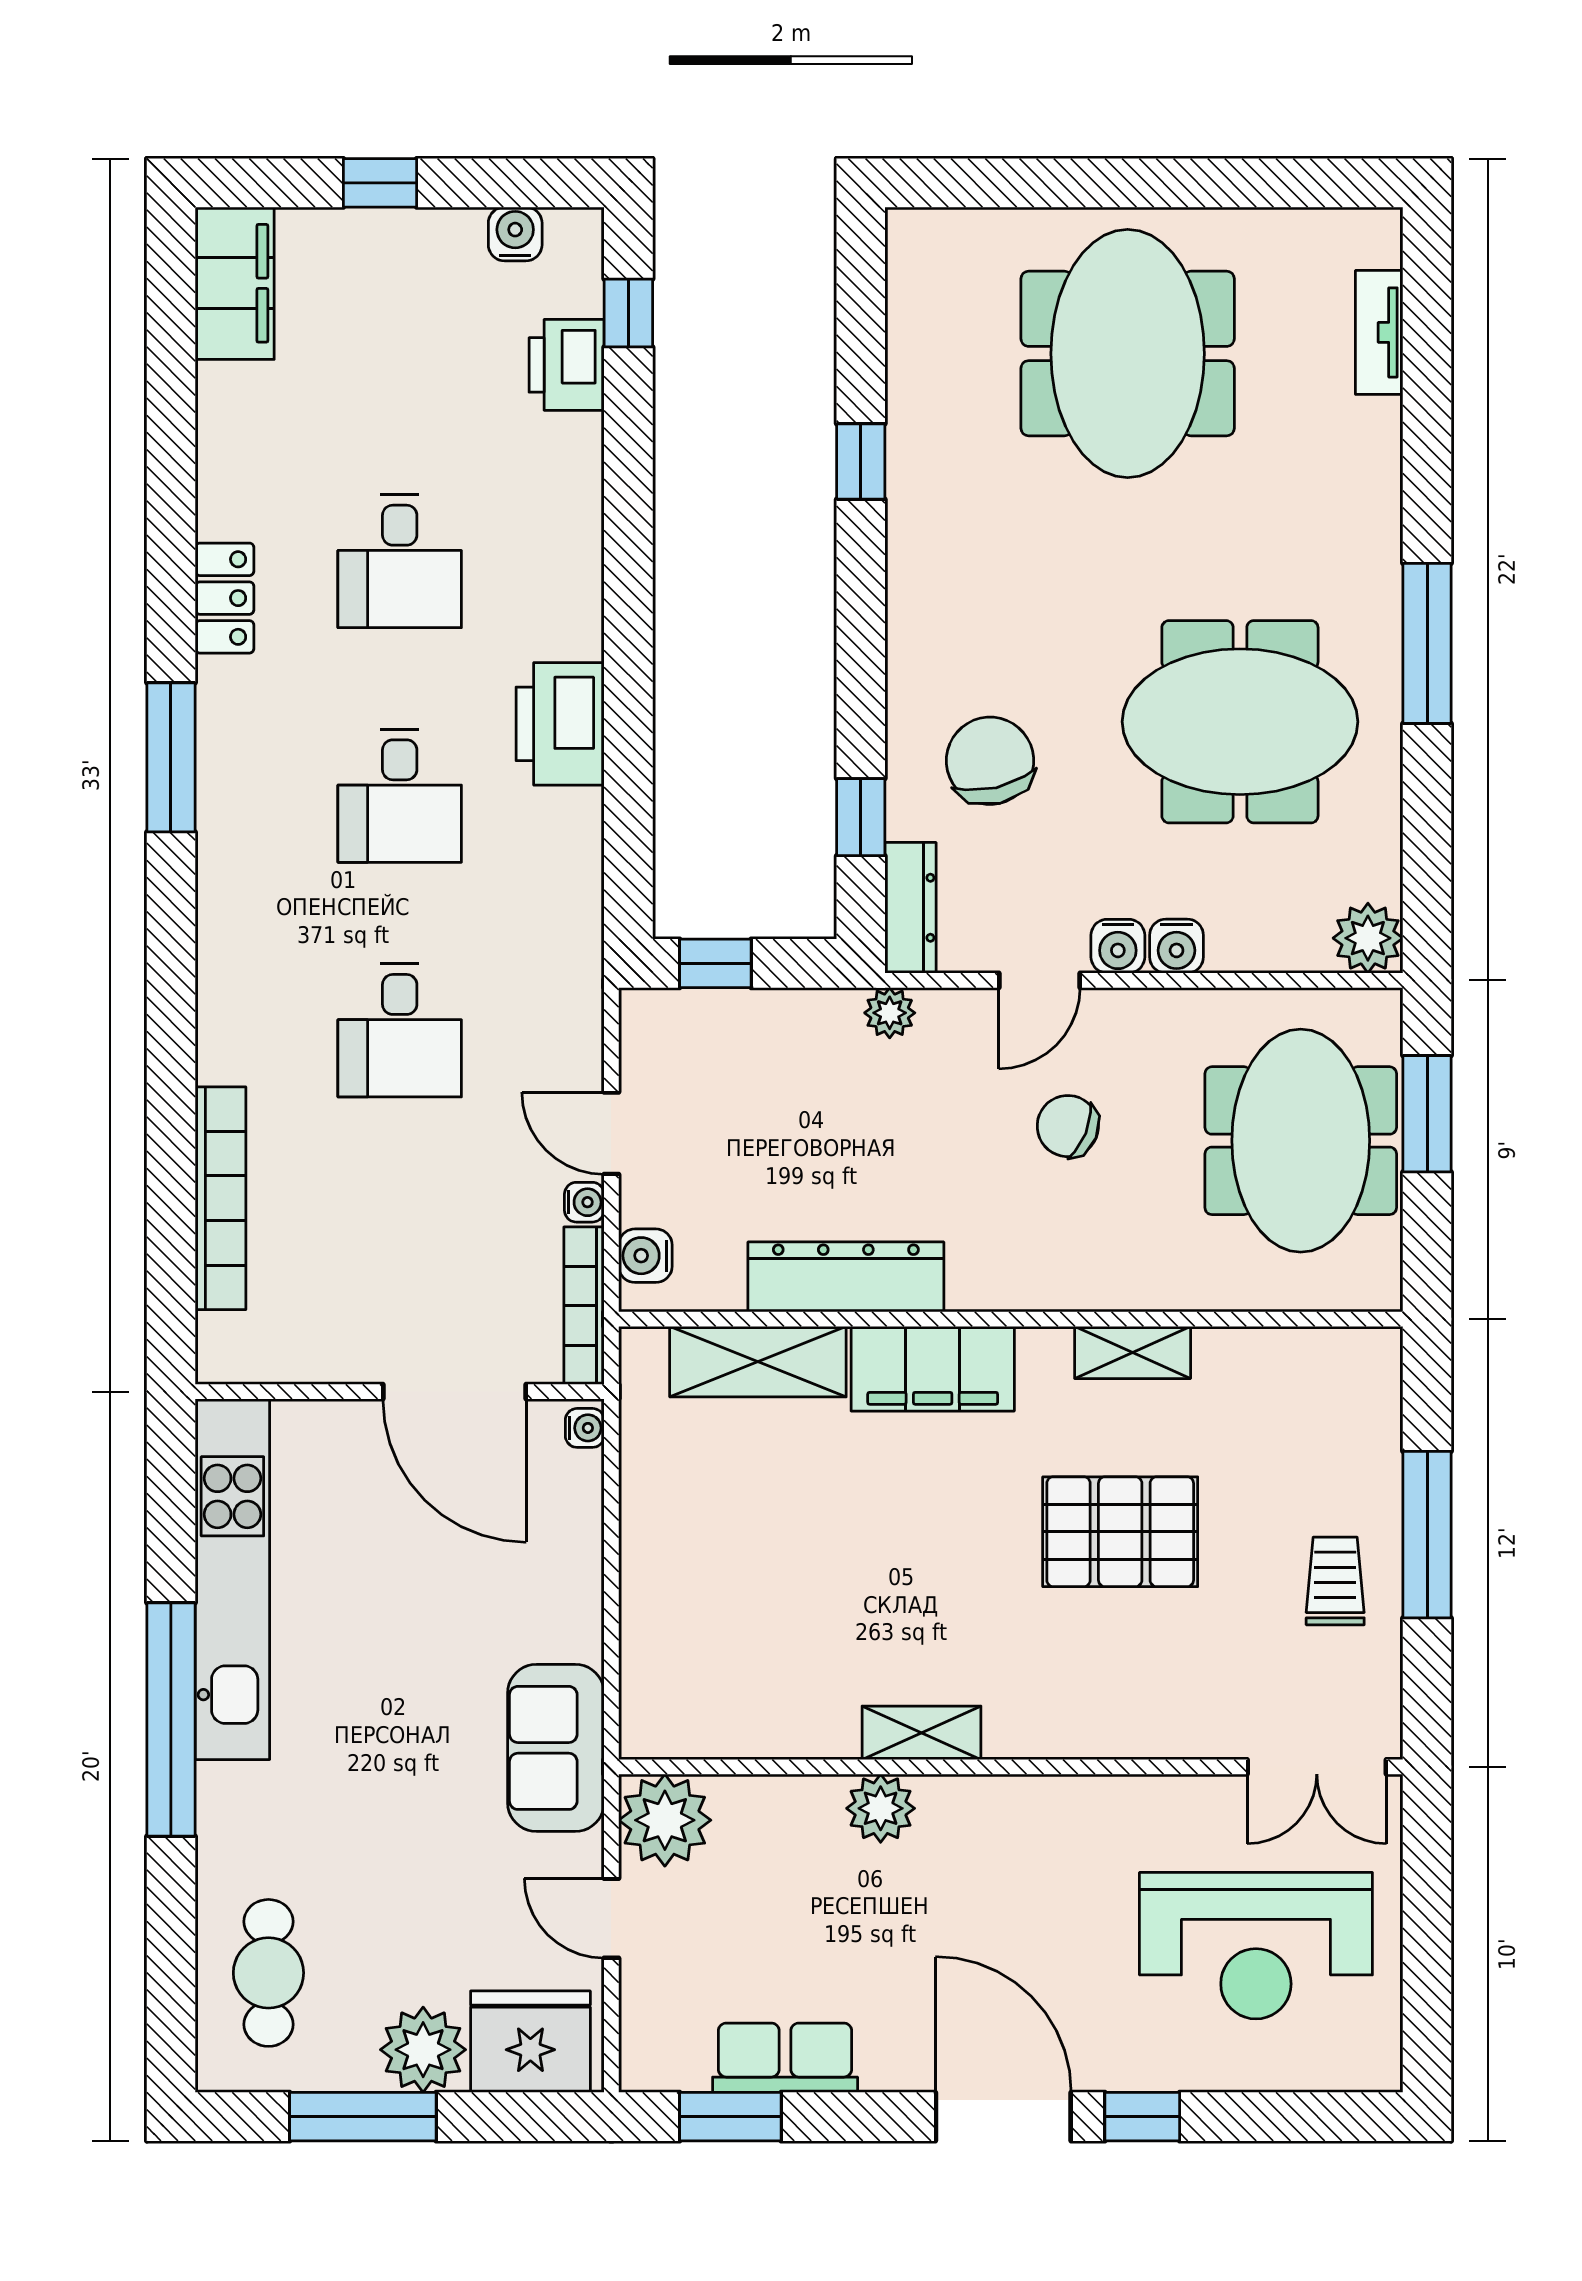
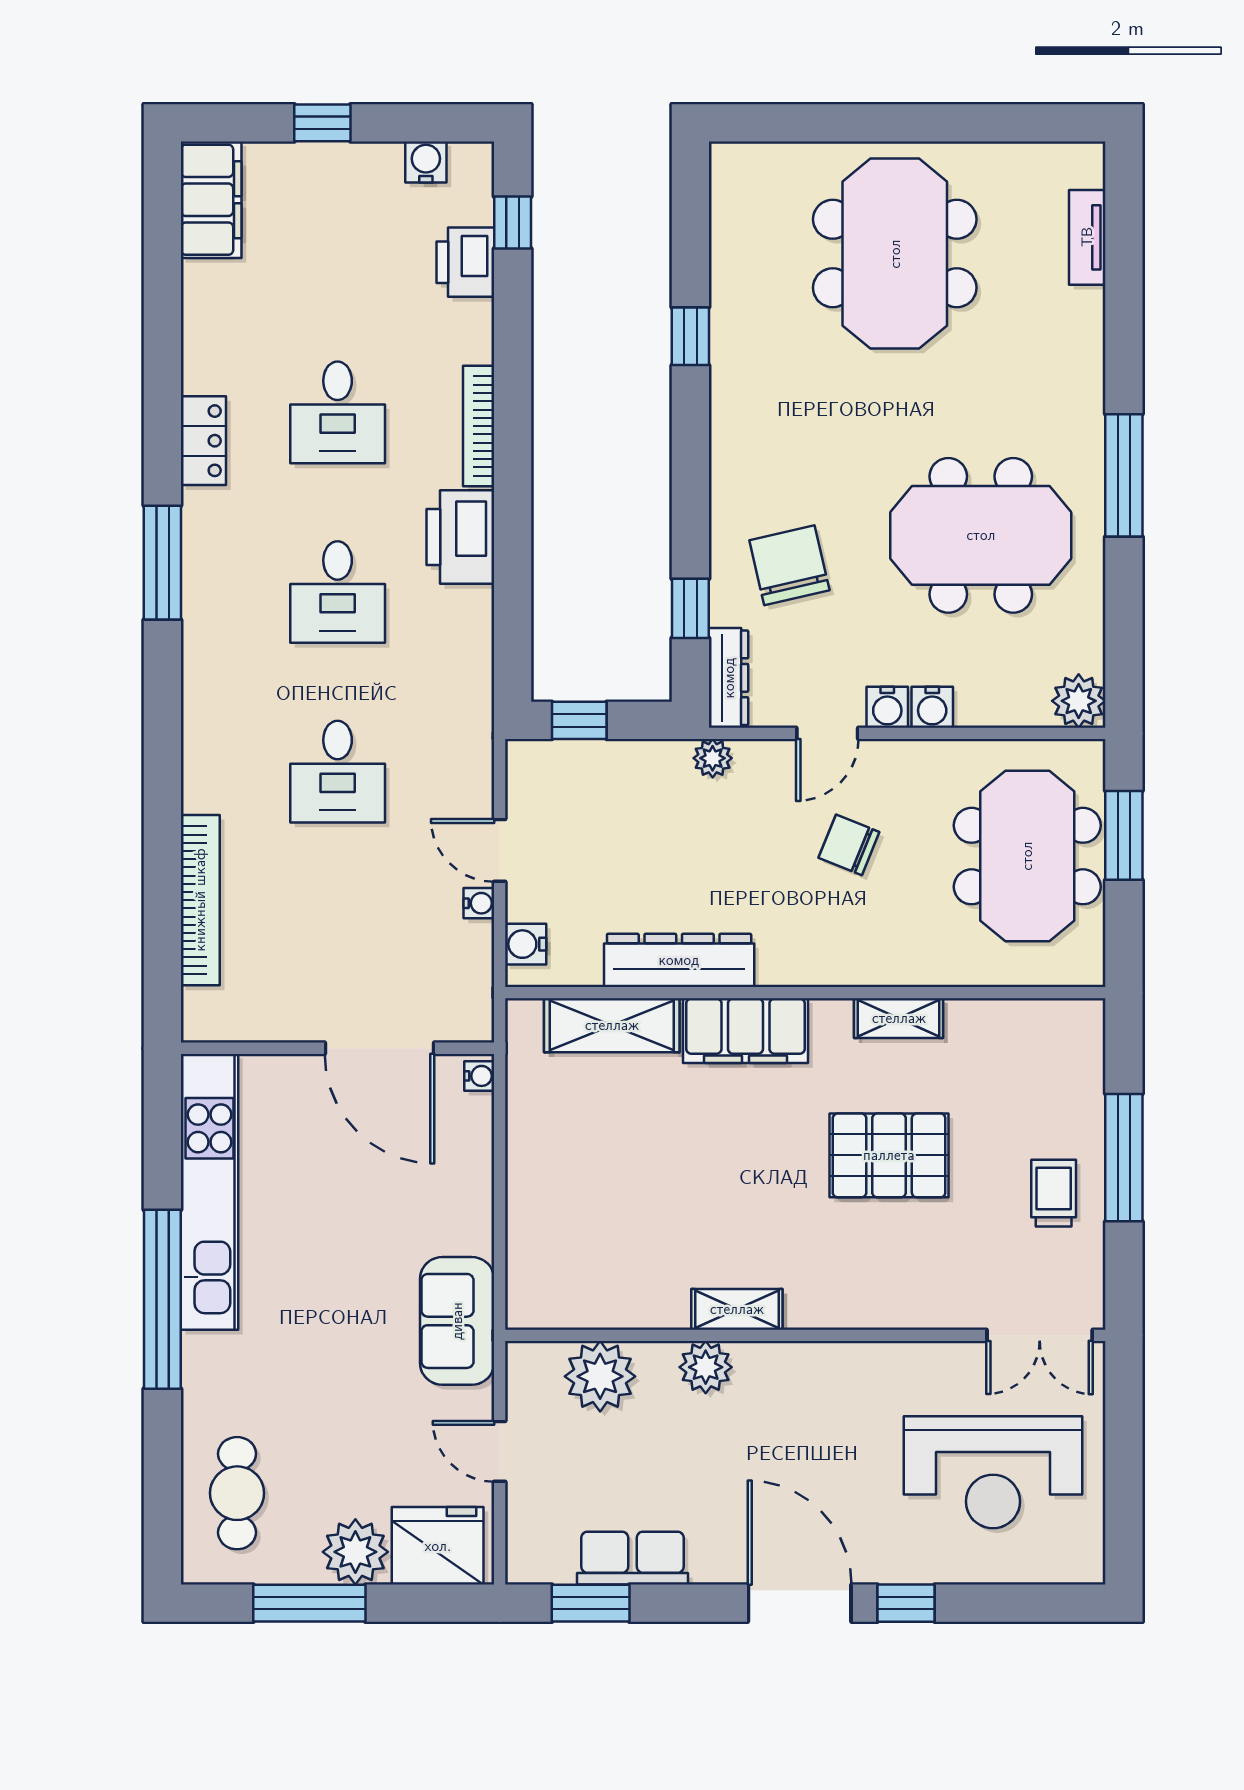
bookcase: (584, 1306) -> (479, 426), moved
plant: (665, 1820) -> (600, 1376), moved

